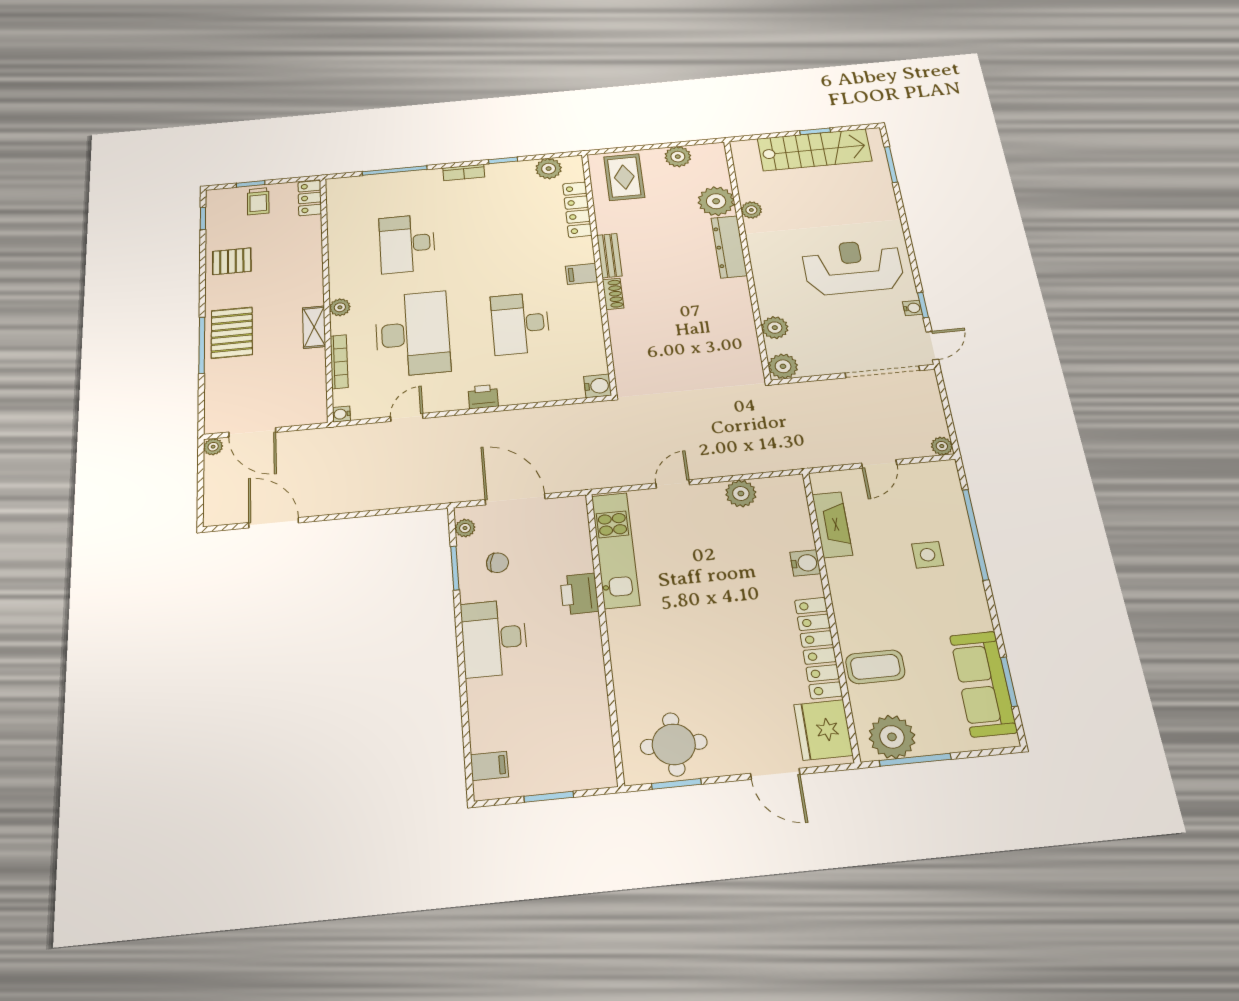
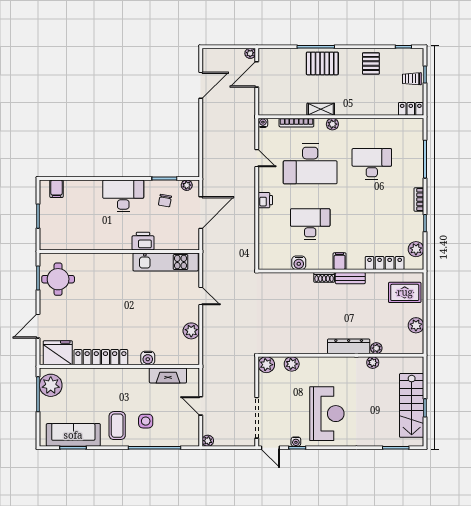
plant: (716, 201) -> (376, 348), width x0.53, depth x0.53
water cooler: (598, 386) -> (299, 263), moved
coffee table: (875, 667) -> (117, 426), moved

